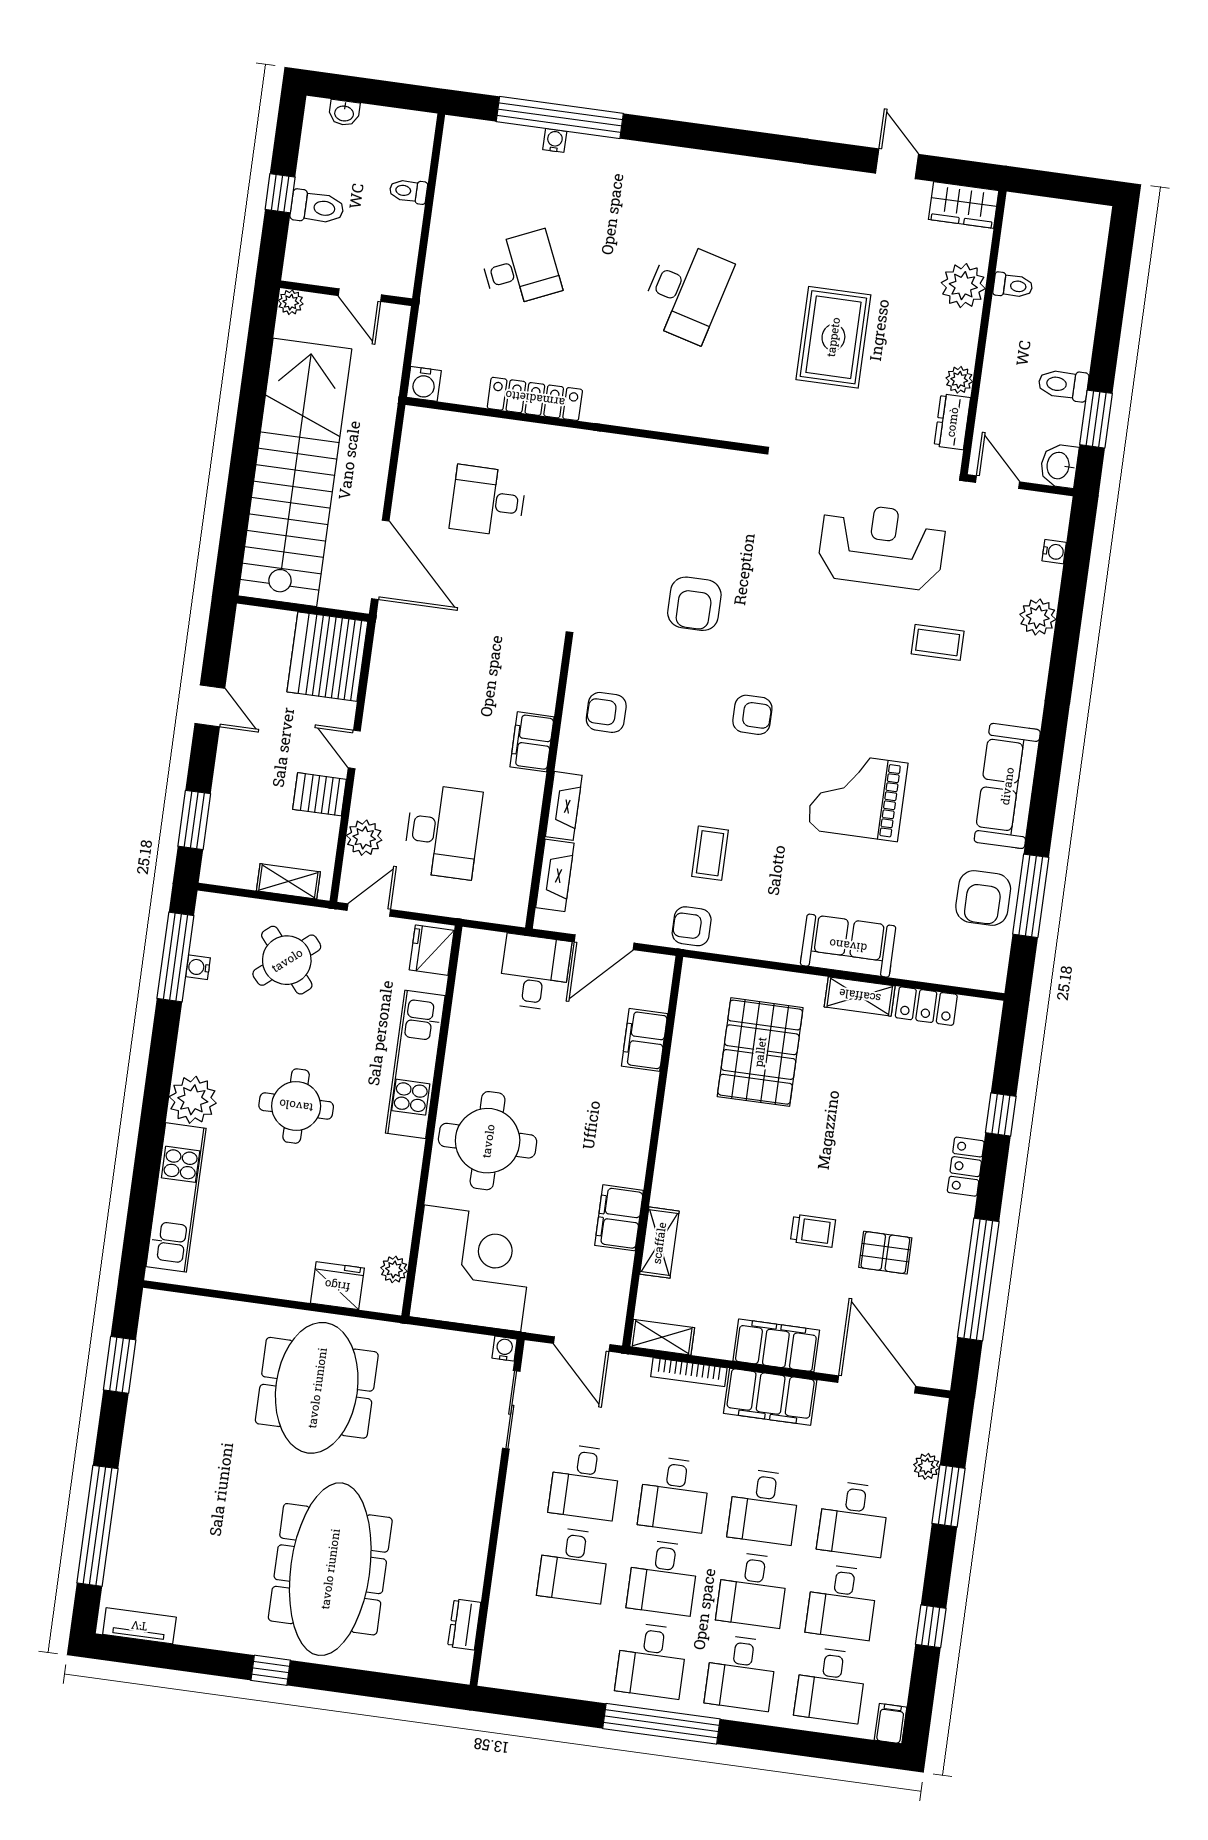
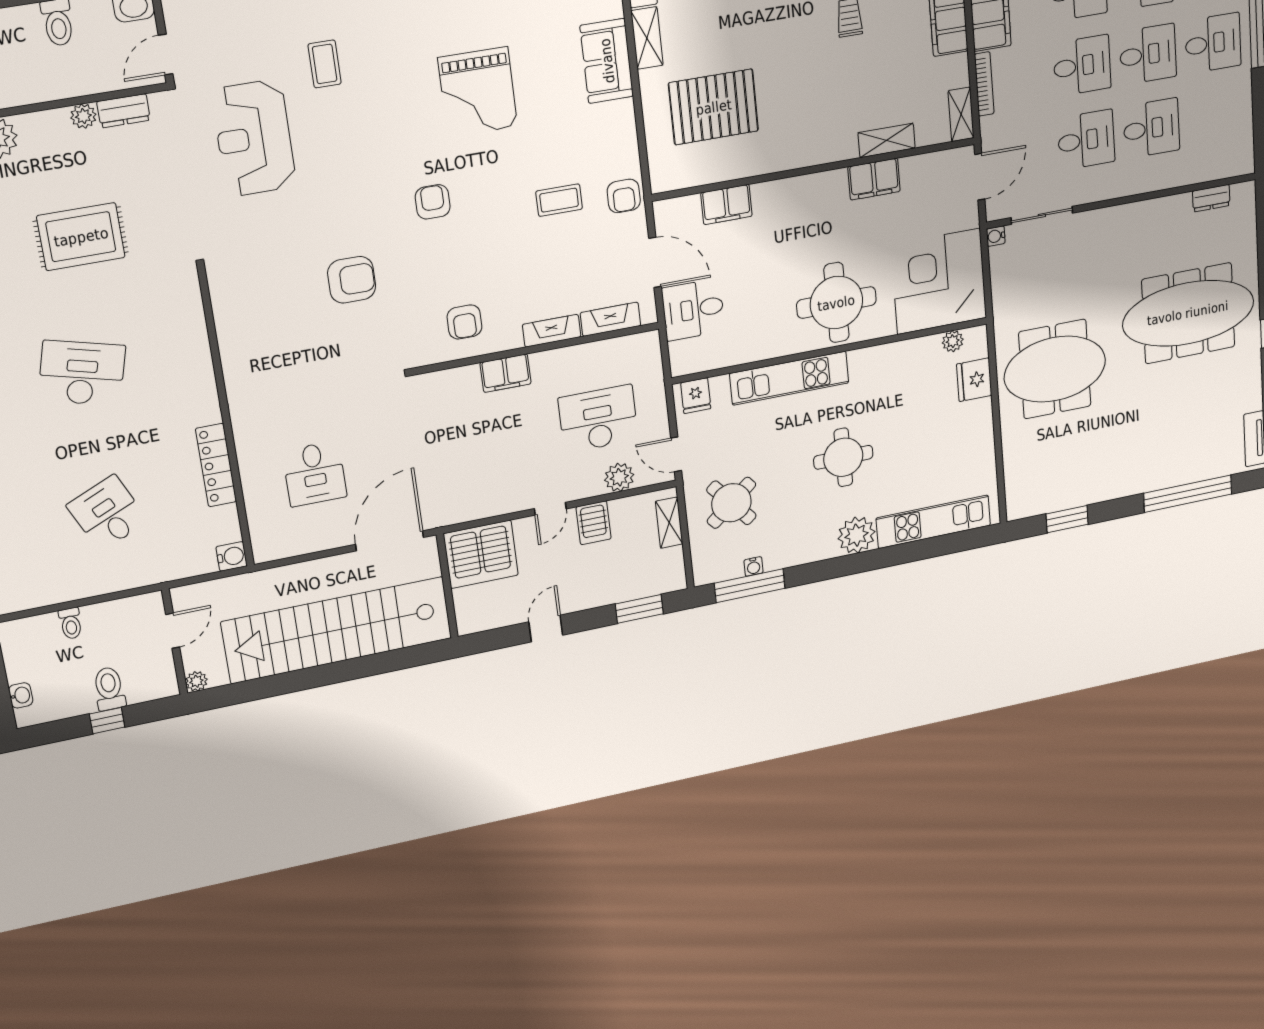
fridge: (432, 950) -> (696, 396), width x0.72

